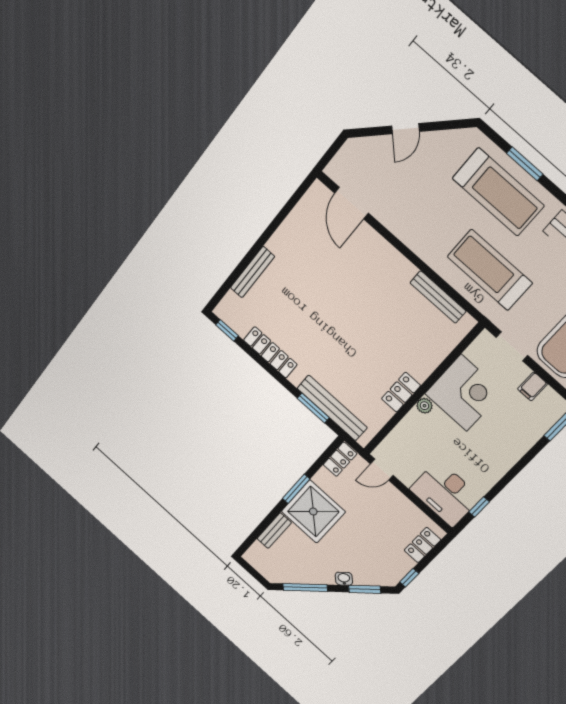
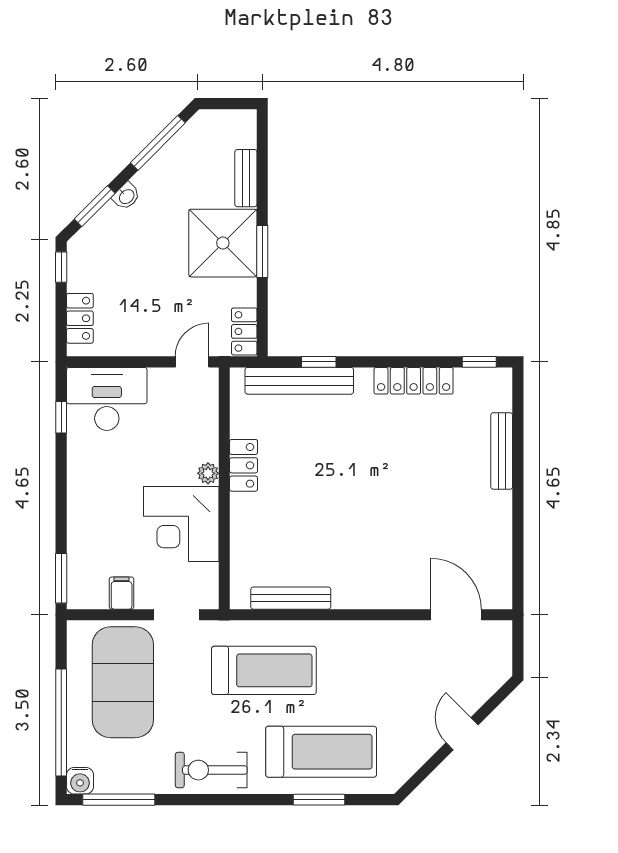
treadmill: (498, 192) -> (321, 752), turned 180
window: (313, 408) -> (319, 362), width x0.67

